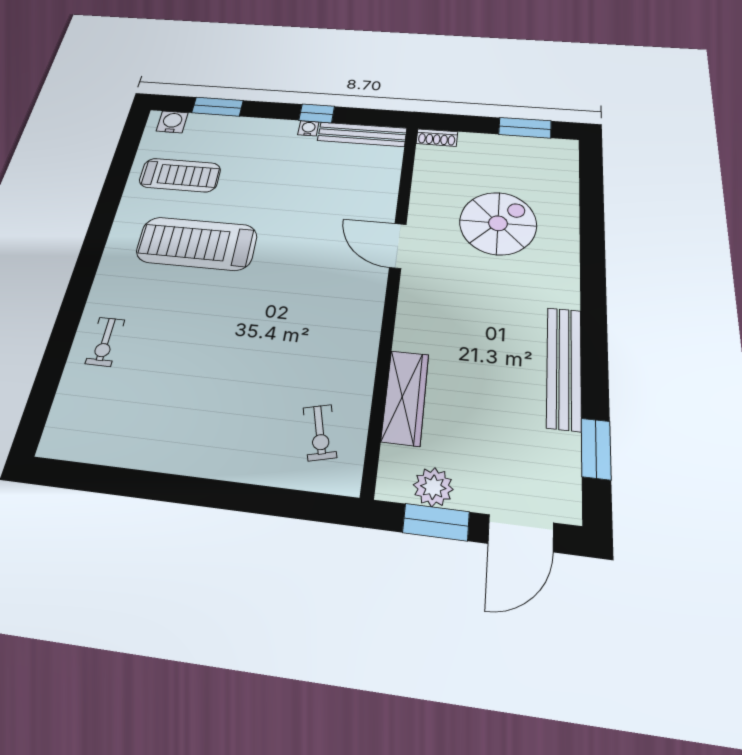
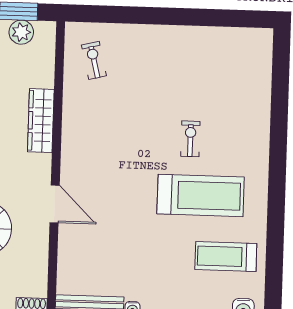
exercise bike: (105, 342) -> (190, 139), moved
wardrobe: (405, 397) -> (41, 121), moved

